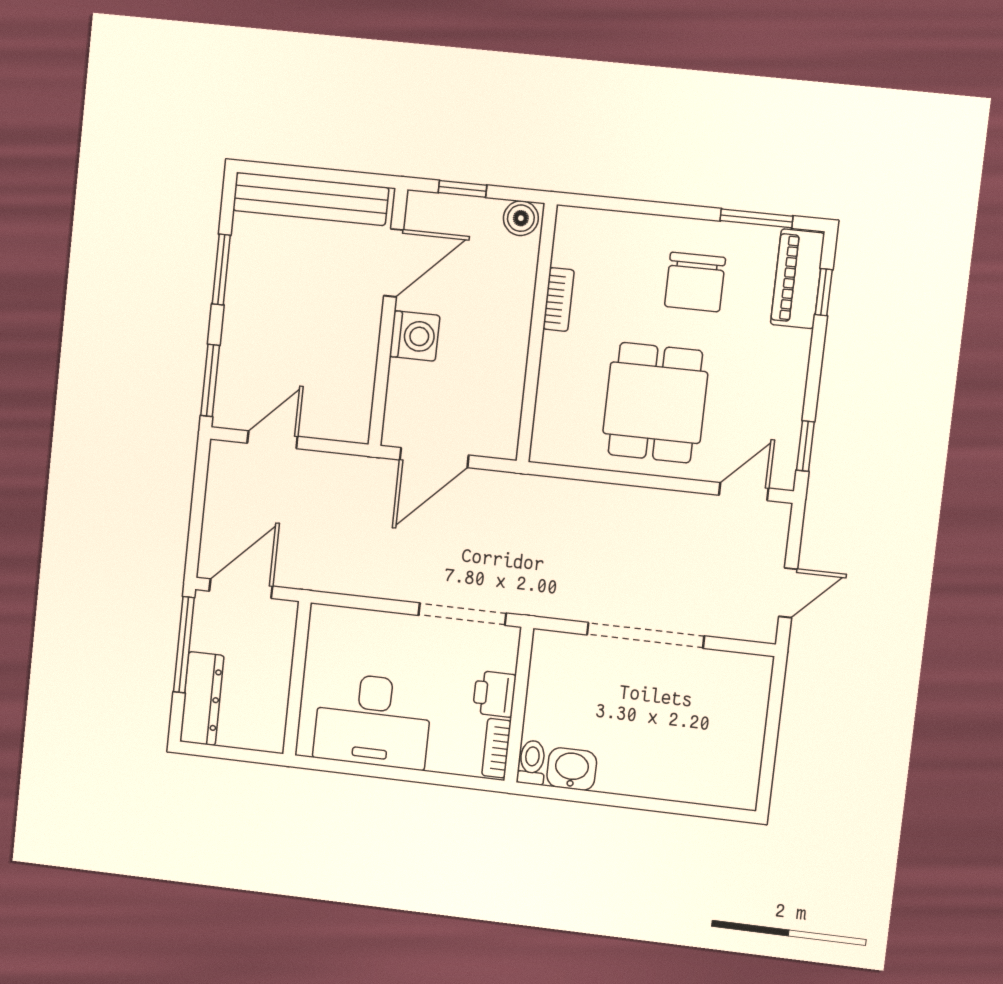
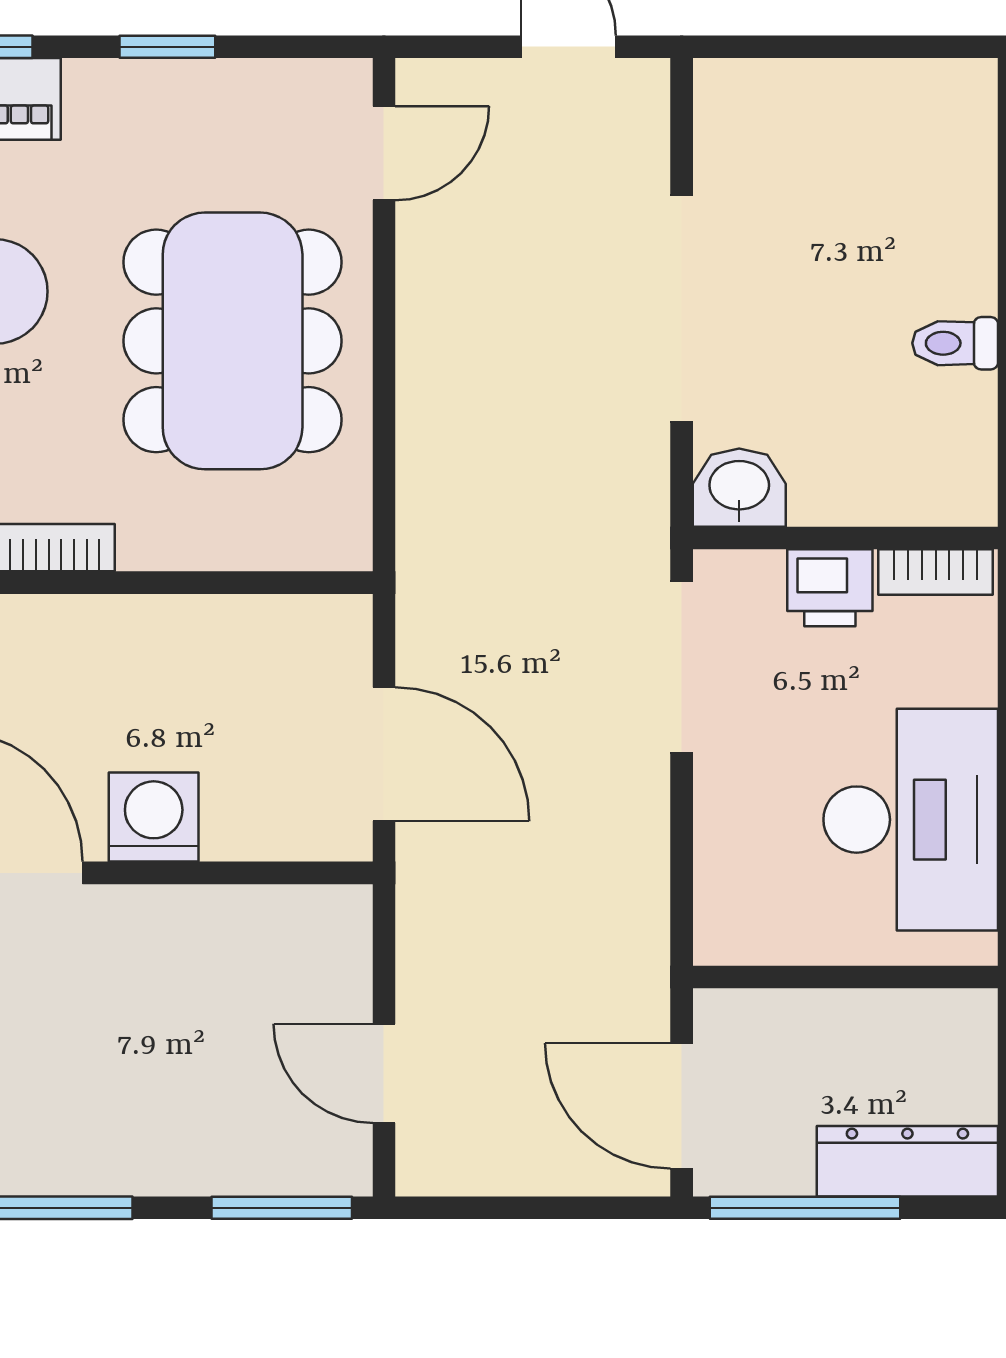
dining table: (655, 403) -> (233, 341), width x1.37
window: (805, 446) -> (167, 47), moved
door: (744, 492) -> (384, 153), swing flipped
toilet: (532, 762) -> (955, 343), moved
washbasin: (572, 769) -> (739, 488), moved, turned 90

